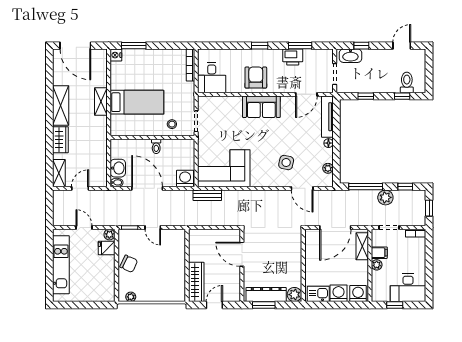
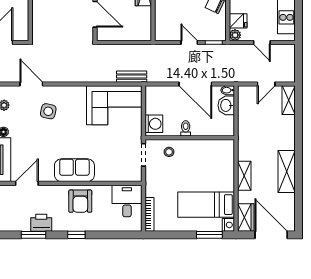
bed: (137, 102) -> (206, 205), moved
wardrobe: (60, 140) -> (246, 217), moved, turned 180
washing machine: (185, 178) -> (154, 124), moved, turned -90

